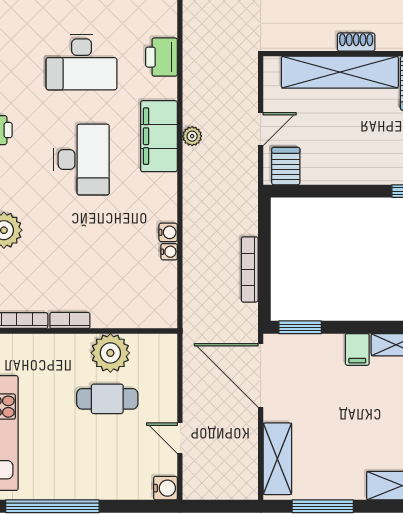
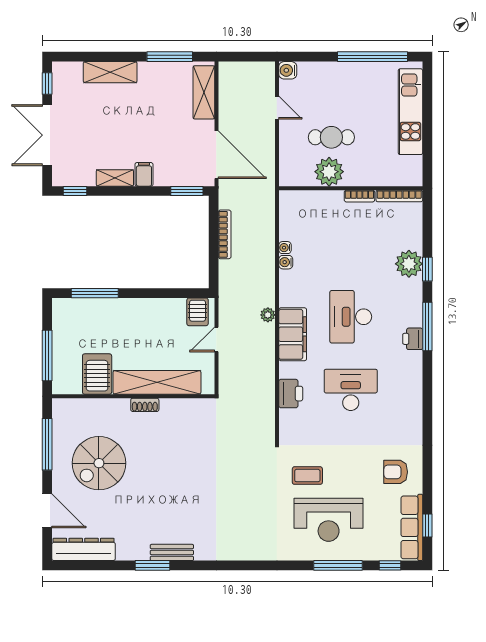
plant: (192, 136) -> (268, 315), moved

